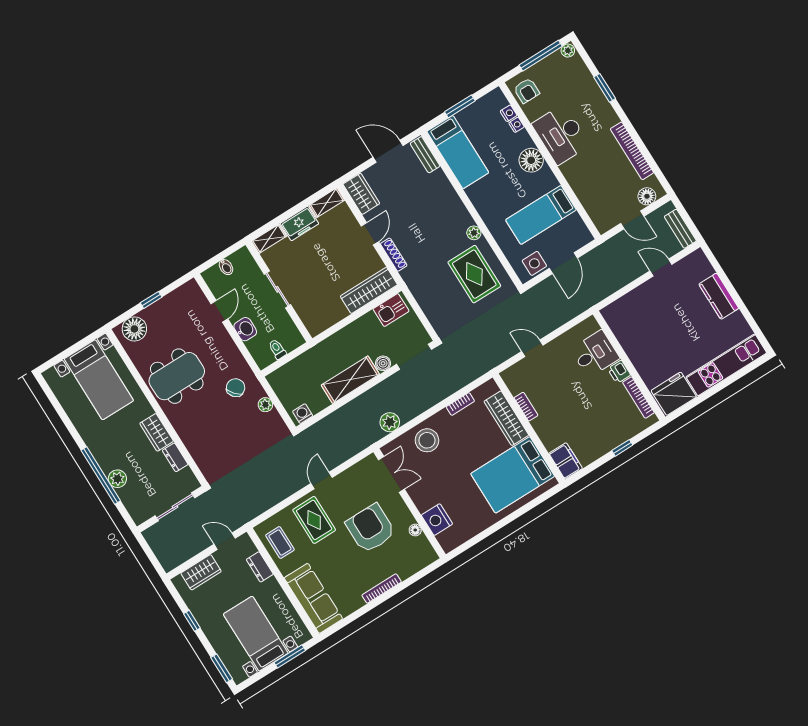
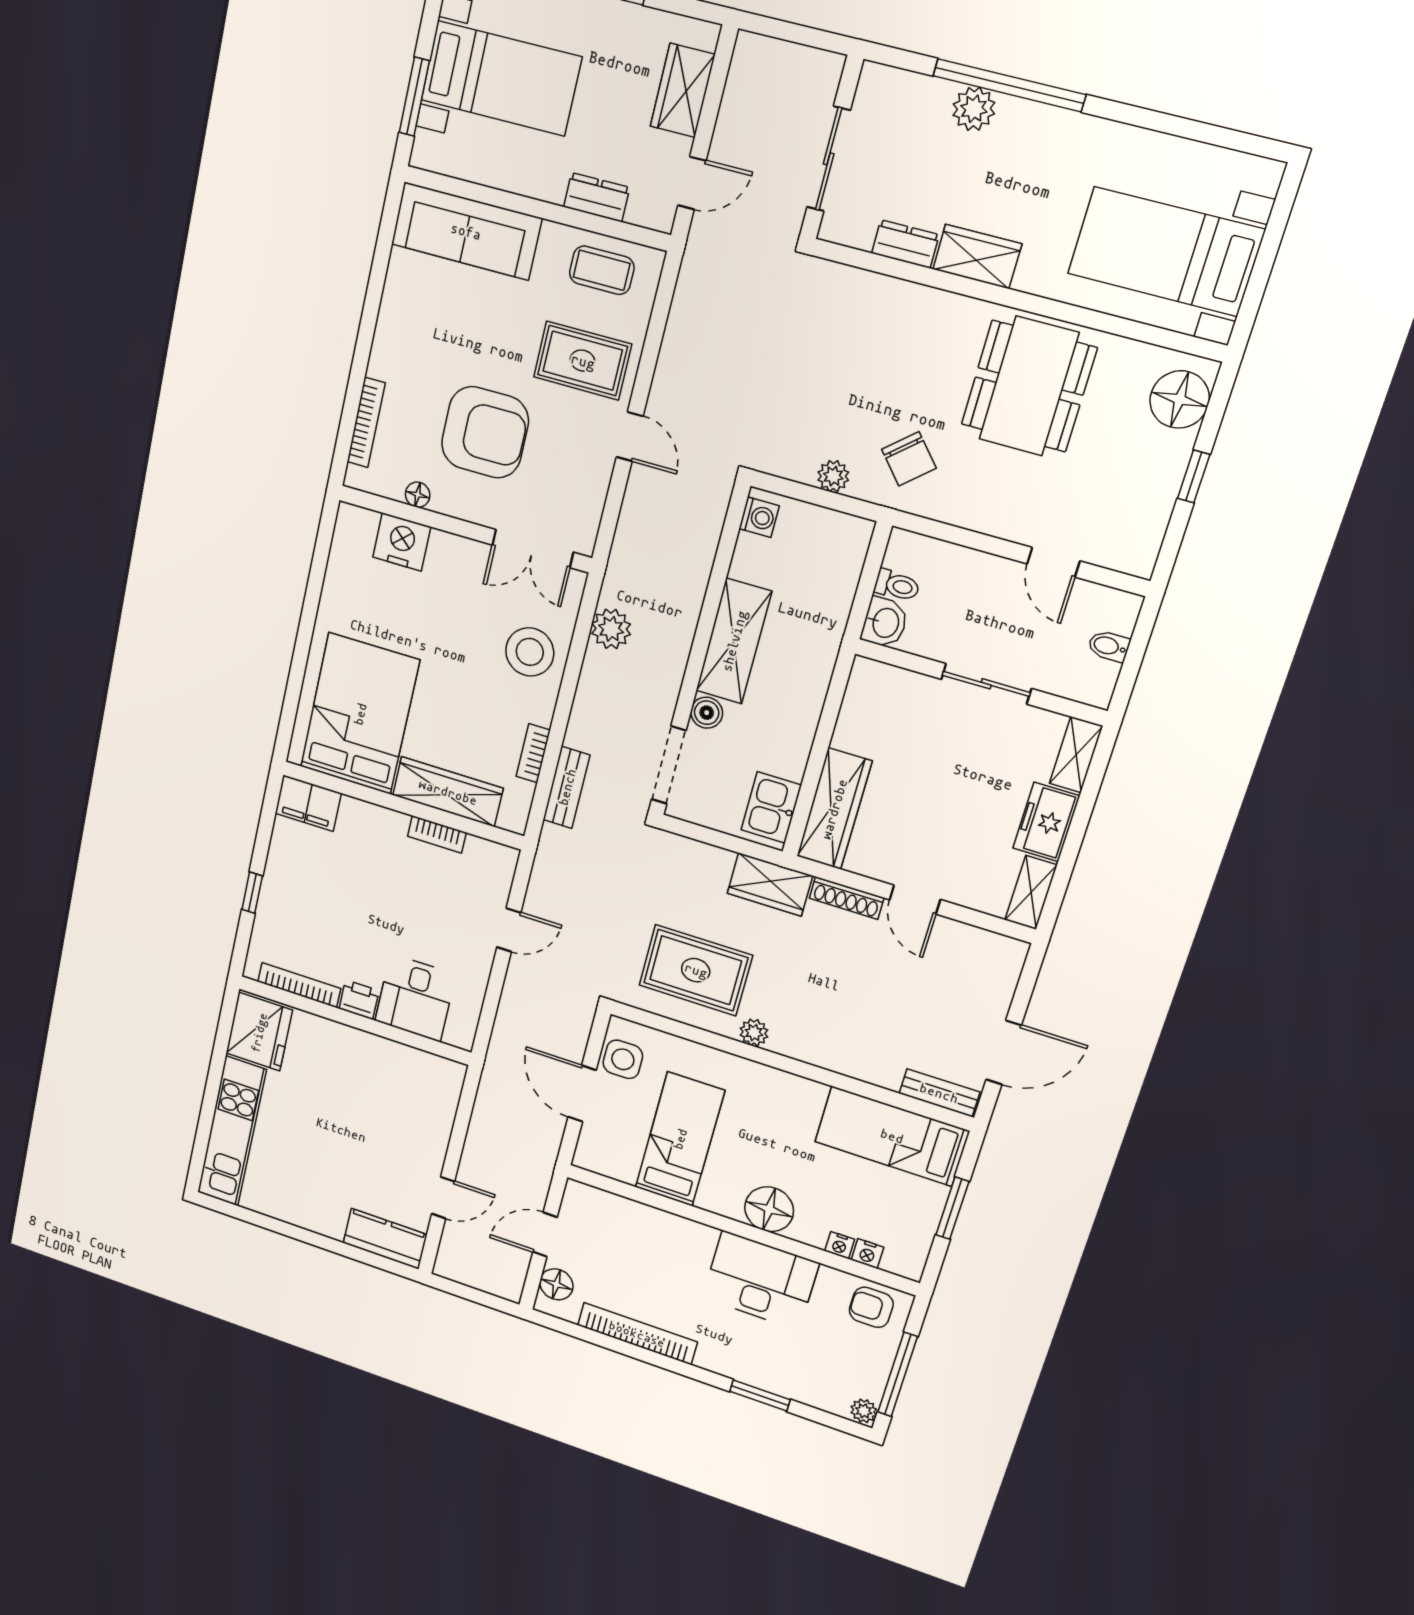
wardrobe: (361, 194) -> (770, 884), moved
bench: (680, 229) -> (567, 787), moved, turned 90
kitchen counter: (719, 296) -> (385, 1239), moved
washbasin: (245, 329) -> (885, 623), moved, turned -90
bookcase: (382, 589) -> (366, 422), moved

